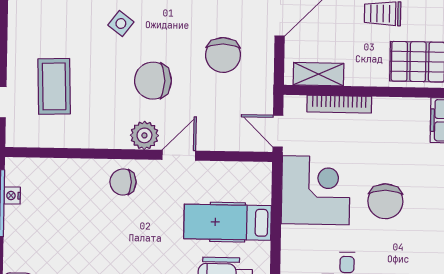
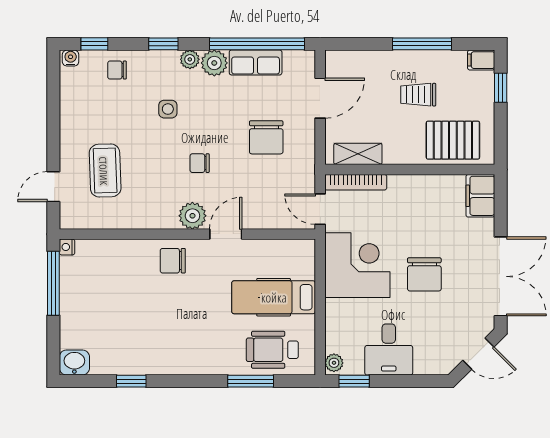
side table: (121, 24) -> (168, 109), turned -37
chair: (153, 81) -> (200, 163), width x0.54, depth x0.54
bookcase: (339, 104) -> (356, 182), moved
nightstand: (12, 196) -> (67, 247), moved

